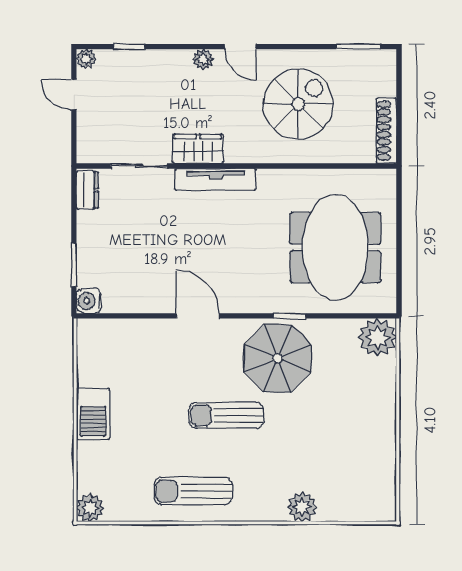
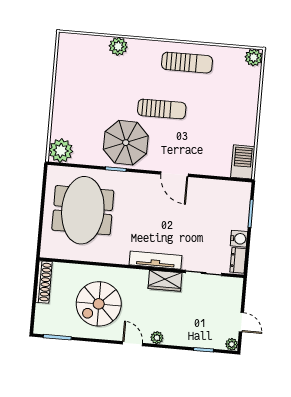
water cooler: (89, 301) -> (239, 239), moved
barbecue: (93, 414) -> (243, 162), moved

